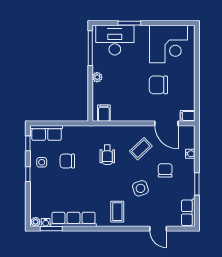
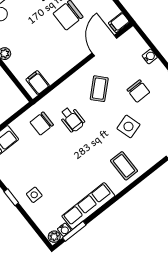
door: (166, 123) -> (104, 46), swing flipped
chair: (67, 161) -> (42, 124), moved
side table: (42, 162) -> (34, 195), moved
chair: (165, 170) -> (138, 91), turned 180

